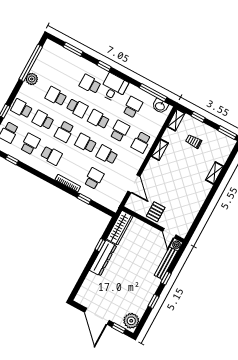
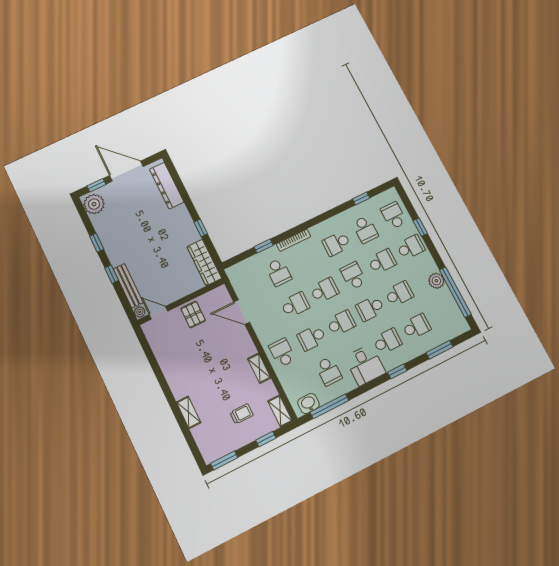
school desk: (69, 73) -> (416, 326), added
school desk: (120, 131) -> (312, 338), turned 90
dresser: (103, 258) -> (167, 186), moved

